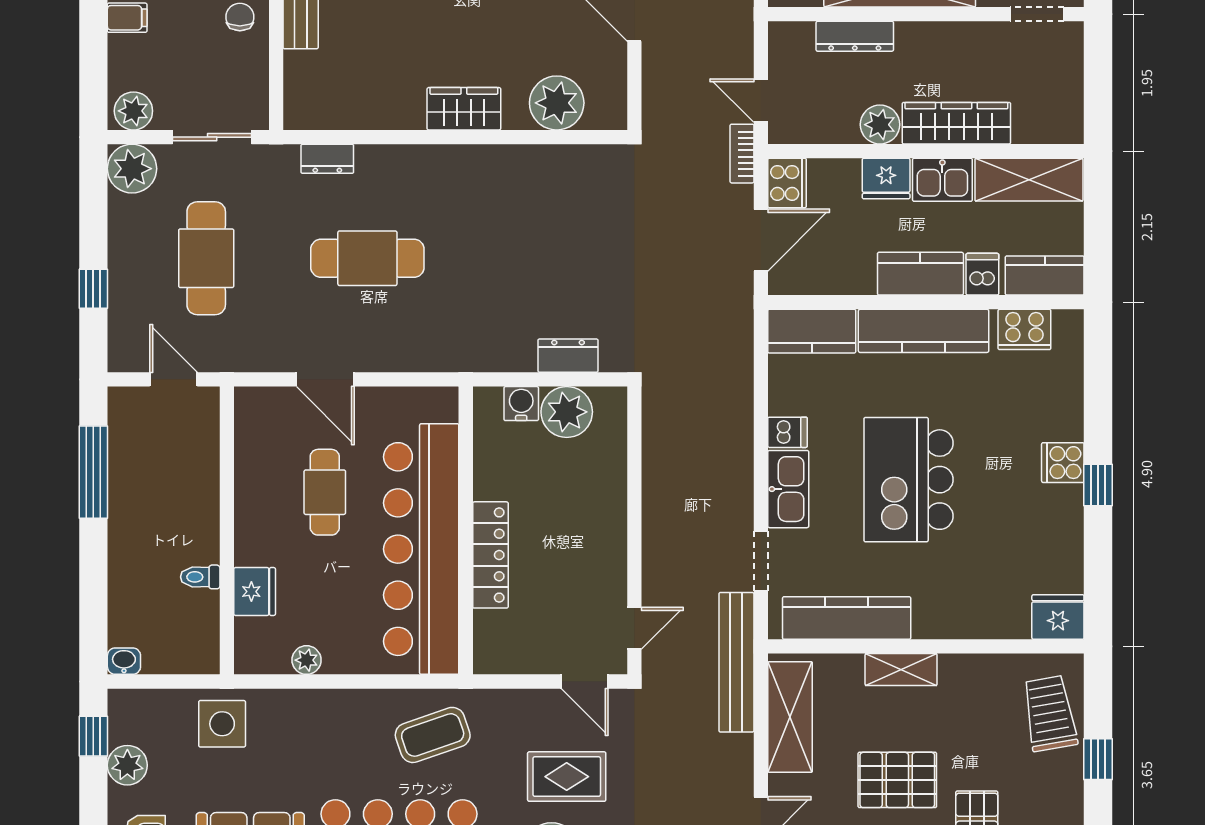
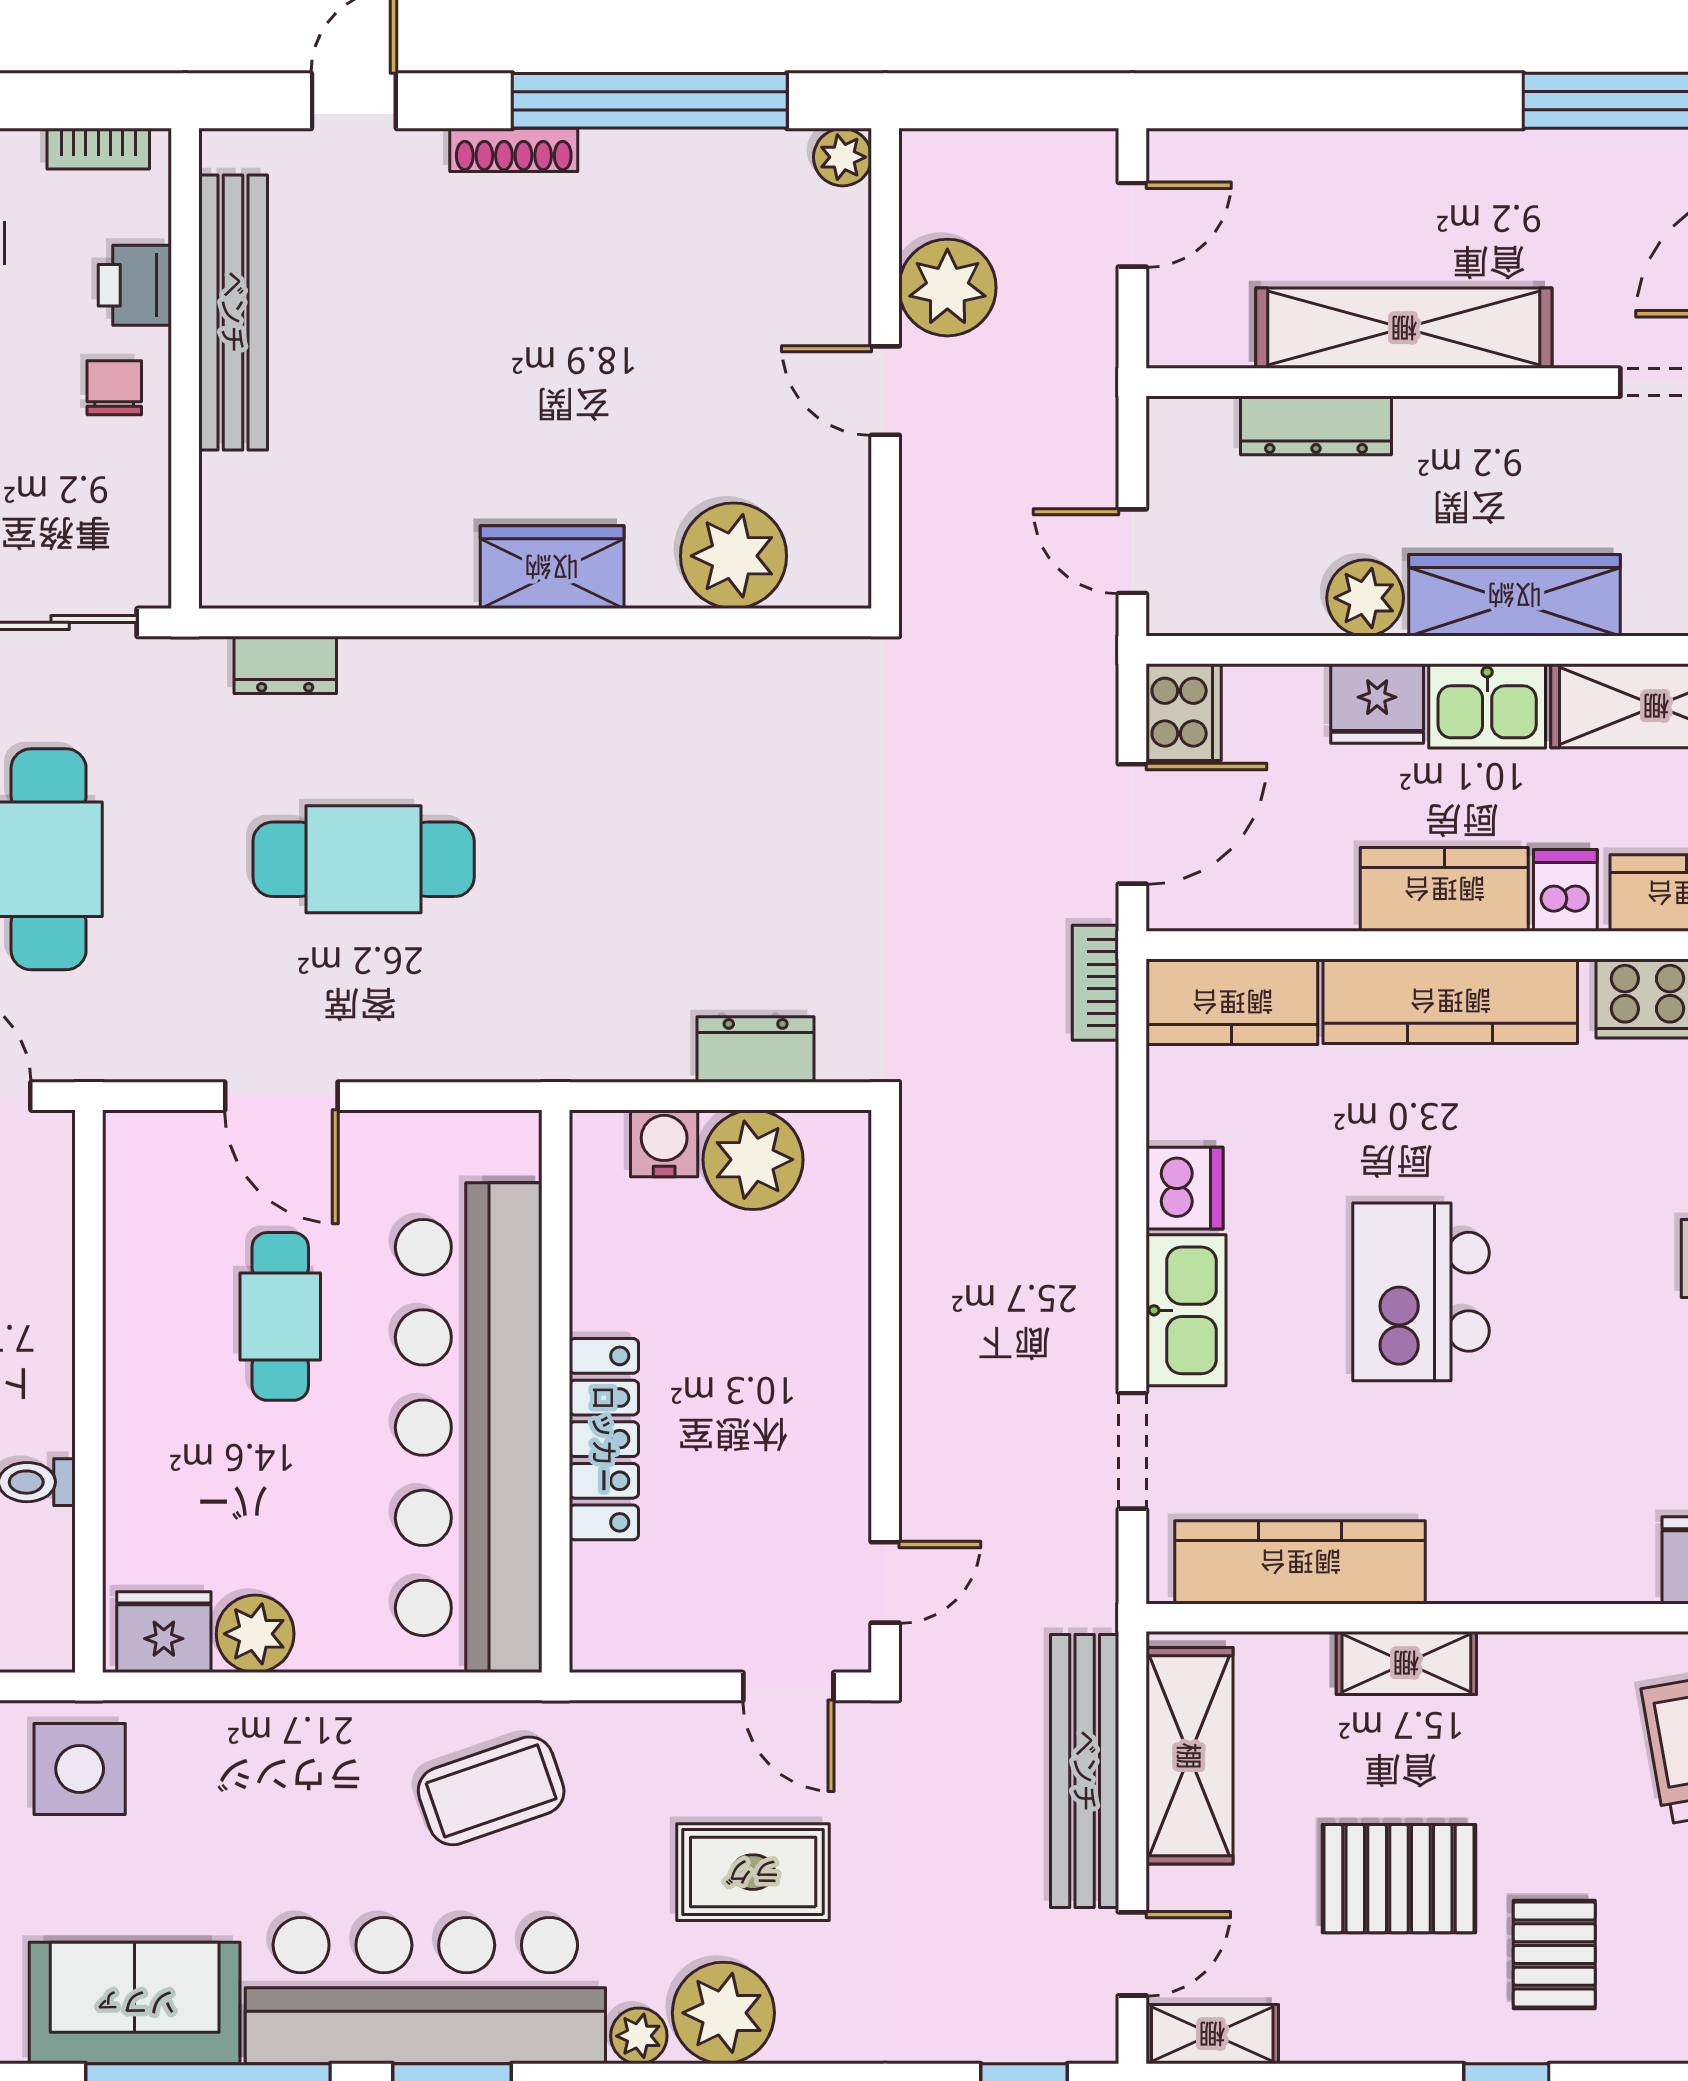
bookcase: (742, 154) -> (1096, 983), moved
dishwasher: (788, 432) -> (1184, 1188), width x1.38
kitchen island: (909, 480) -> (1421, 1292), width x0.73, depth x0.78
fridge: (255, 592) -> (164, 1632), moved, turned -90
plant: (307, 660) -> (255, 1634), width x1.38, depth x1.38
bench: (736, 662) -> (1085, 1771), moved

